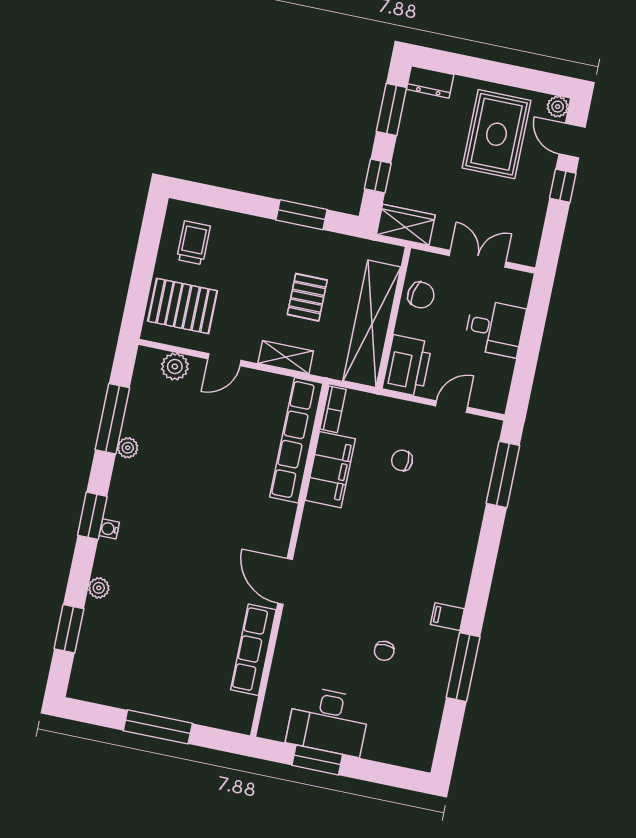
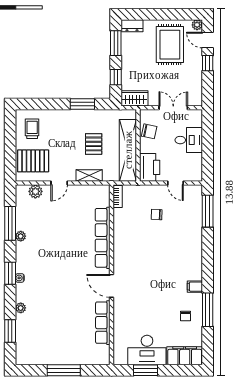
door: (451, 407) -> (175, 183), swing flipped
row of seats: (296, 440) -> (103, 238), moved
filing cabinet: (330, 470) -> (185, 356), moved, turned -90
chair: (384, 651) -> (186, 316), moved

